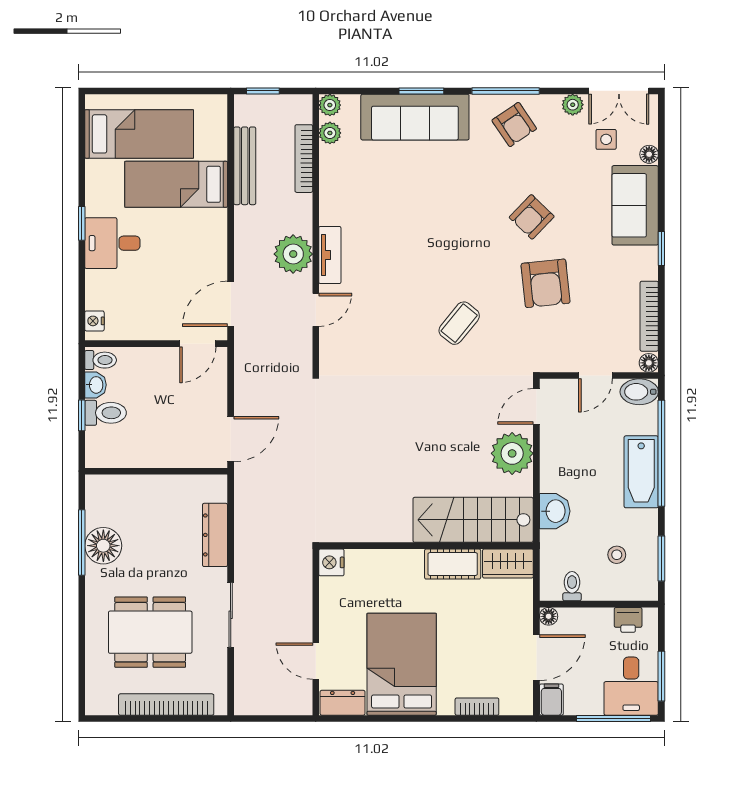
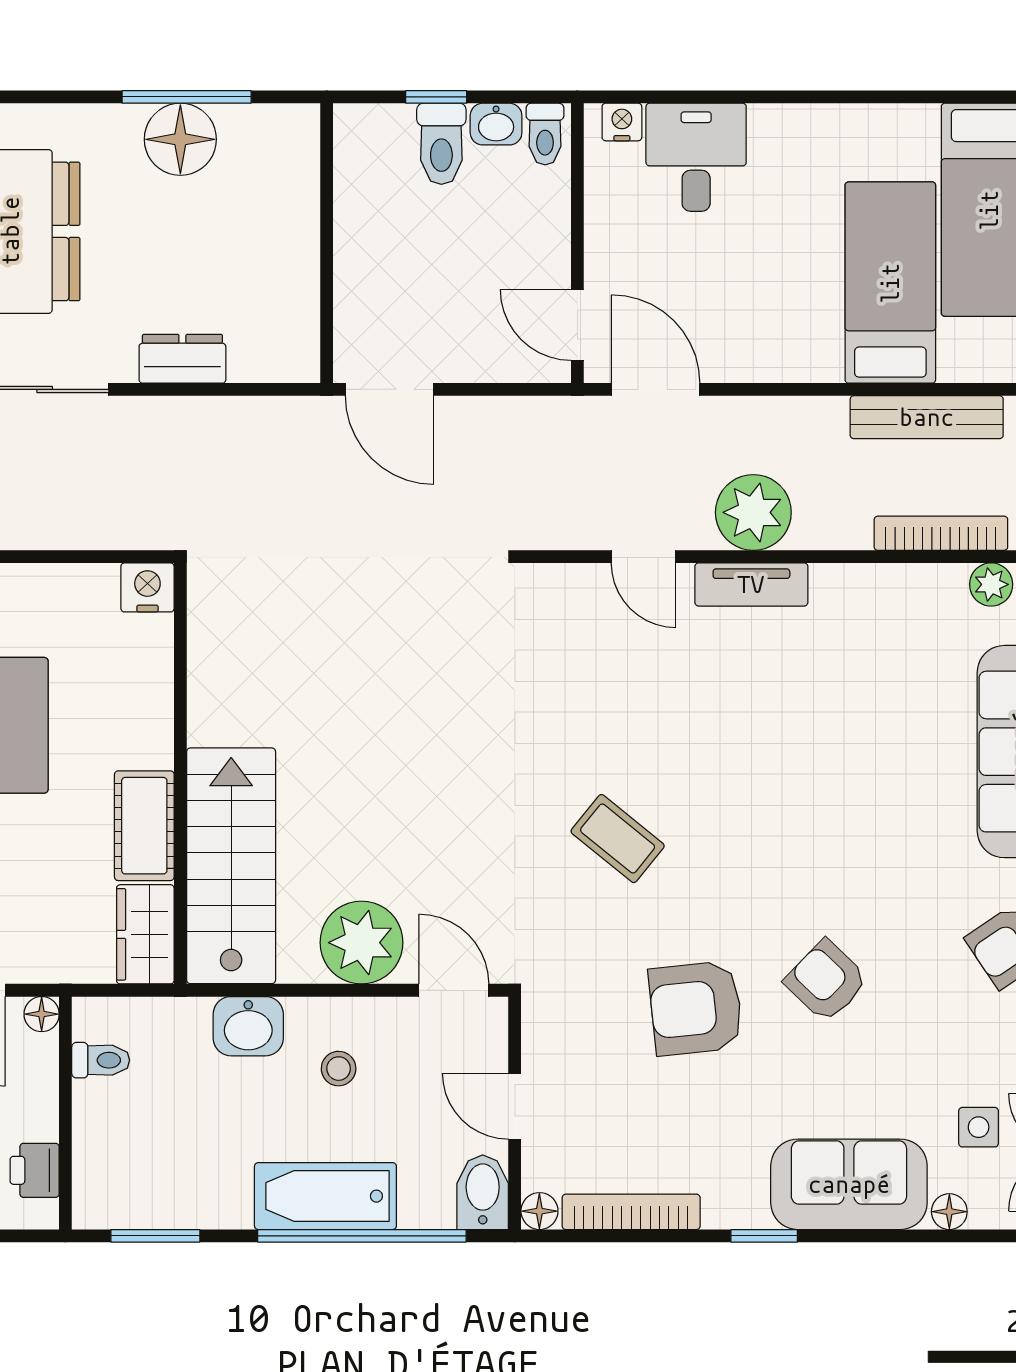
window: (82, 223) -> (813, 97), removed
desk: (112, 243) -> (696, 157), moved
dresser: (215, 535) -> (182, 359), width x0.70
stool: (617, 555) -> (339, 1069), moved

